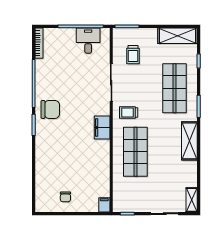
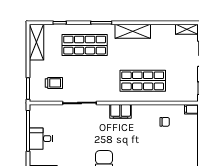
desk: (88, 41) -> (41, 139), moved
trolley: (129, 112) -> (107, 87), removed
chair: (65, 197) -> (165, 122), moved

